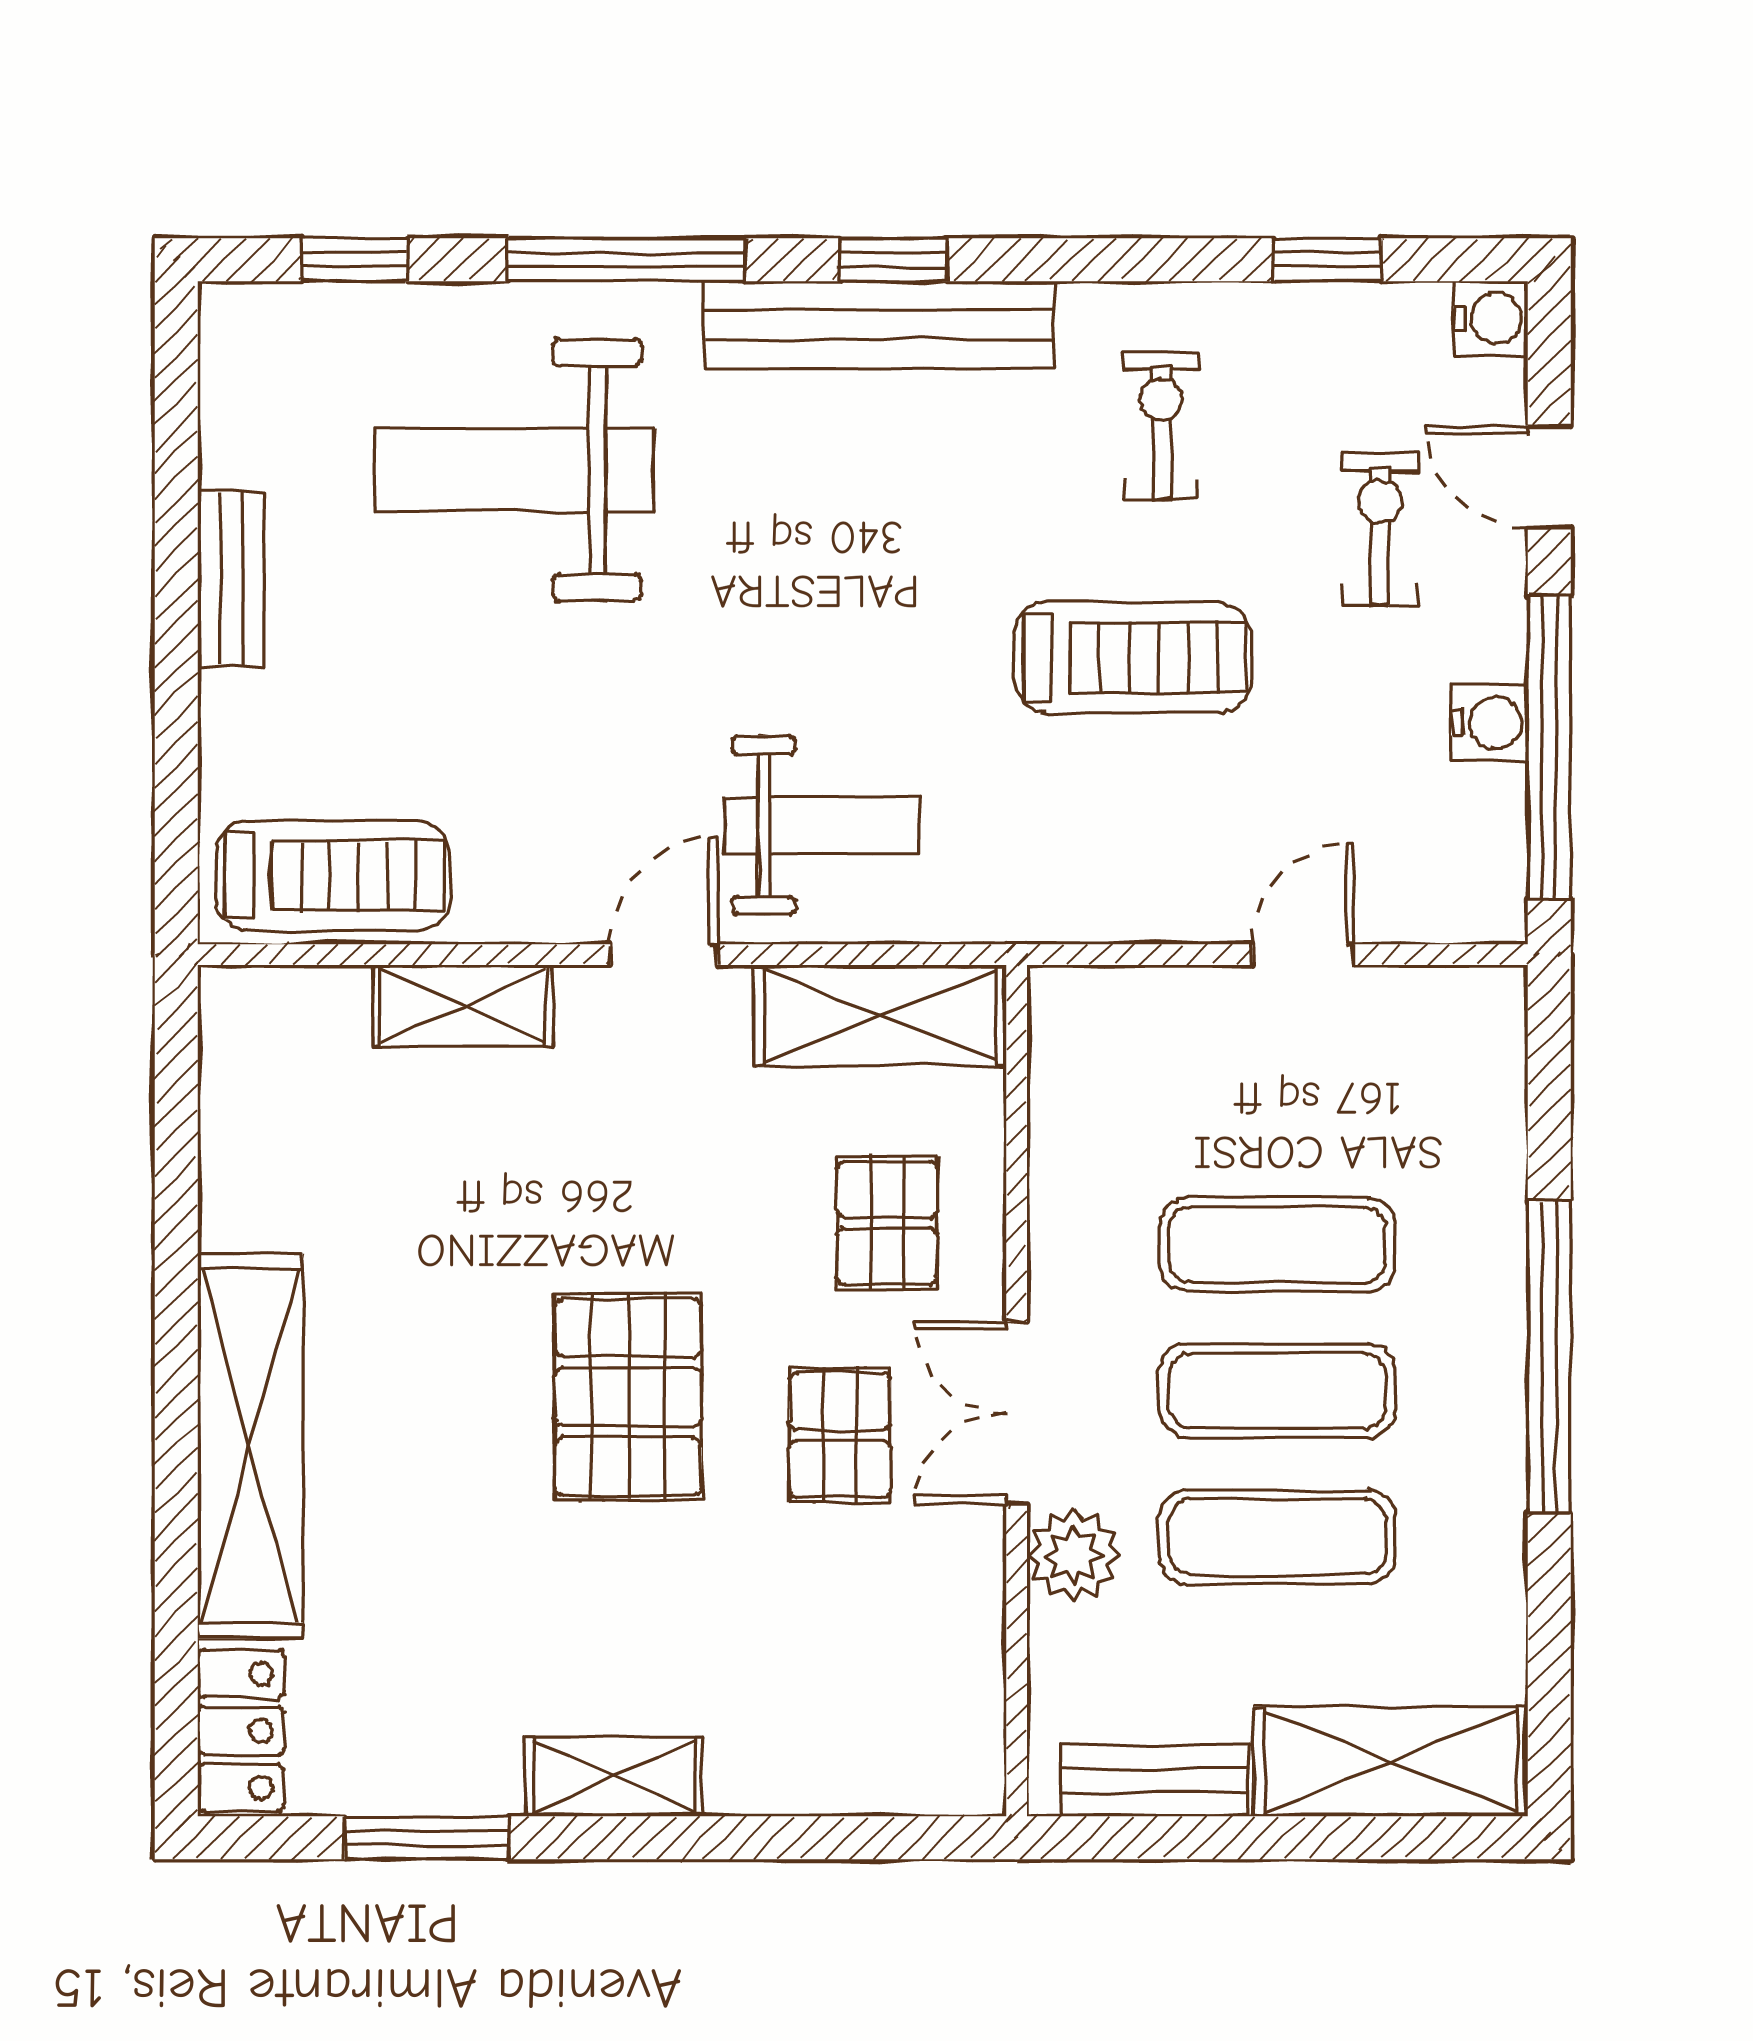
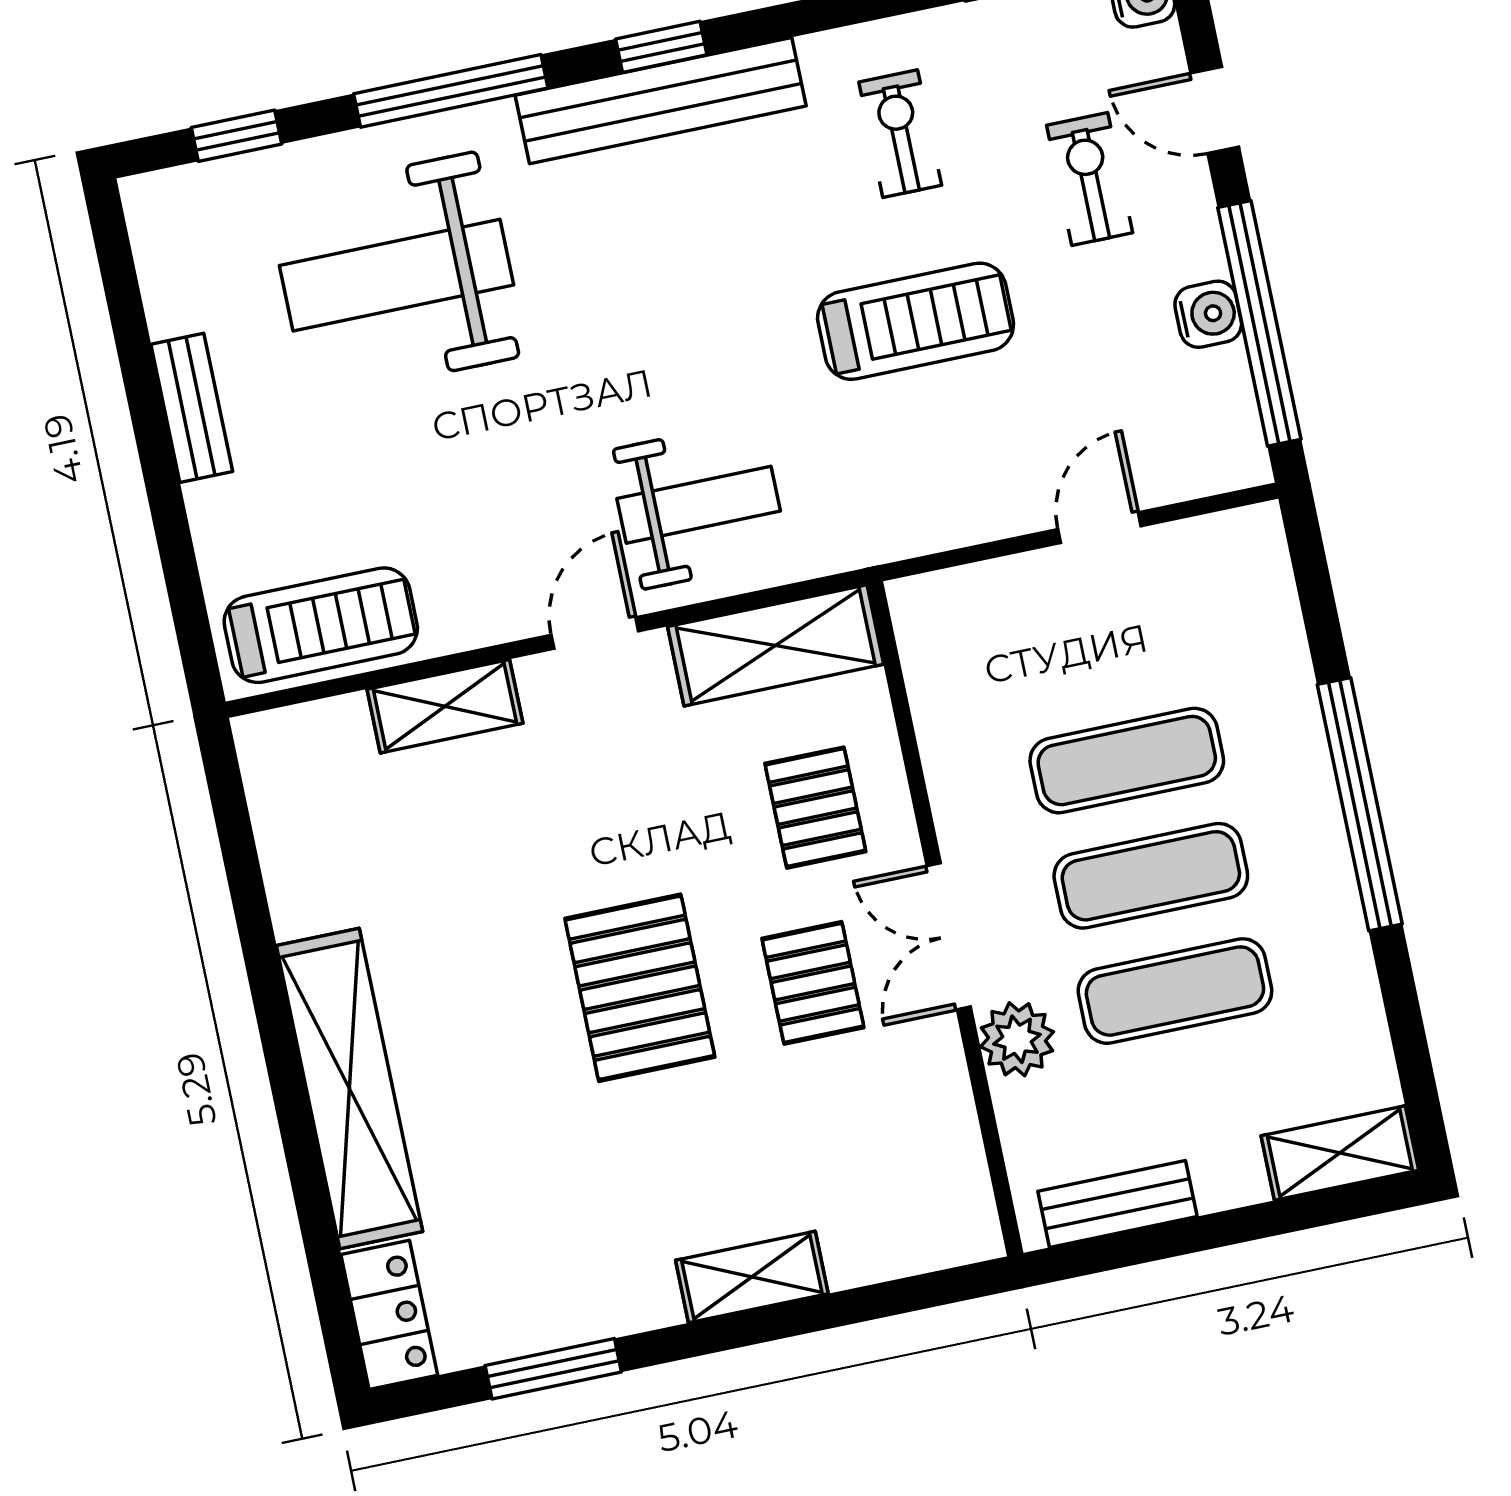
shelving: (1391, 1762) -> (1340, 1153), width x0.67, depth x0.75
shelving: (614, 1777) -> (752, 1277), moved

